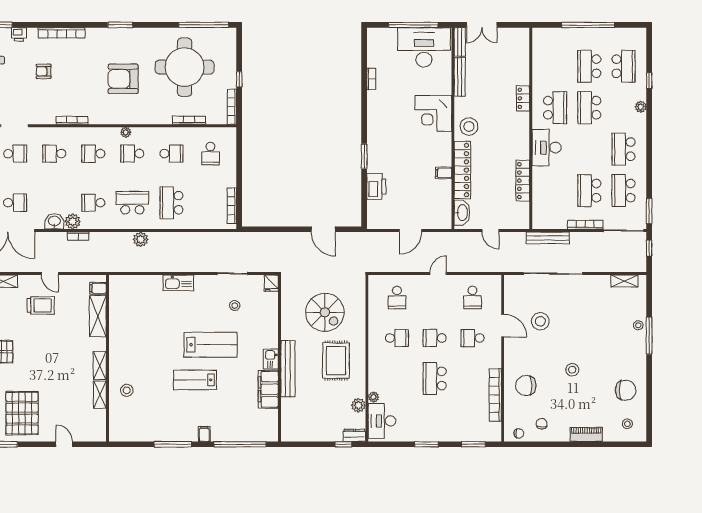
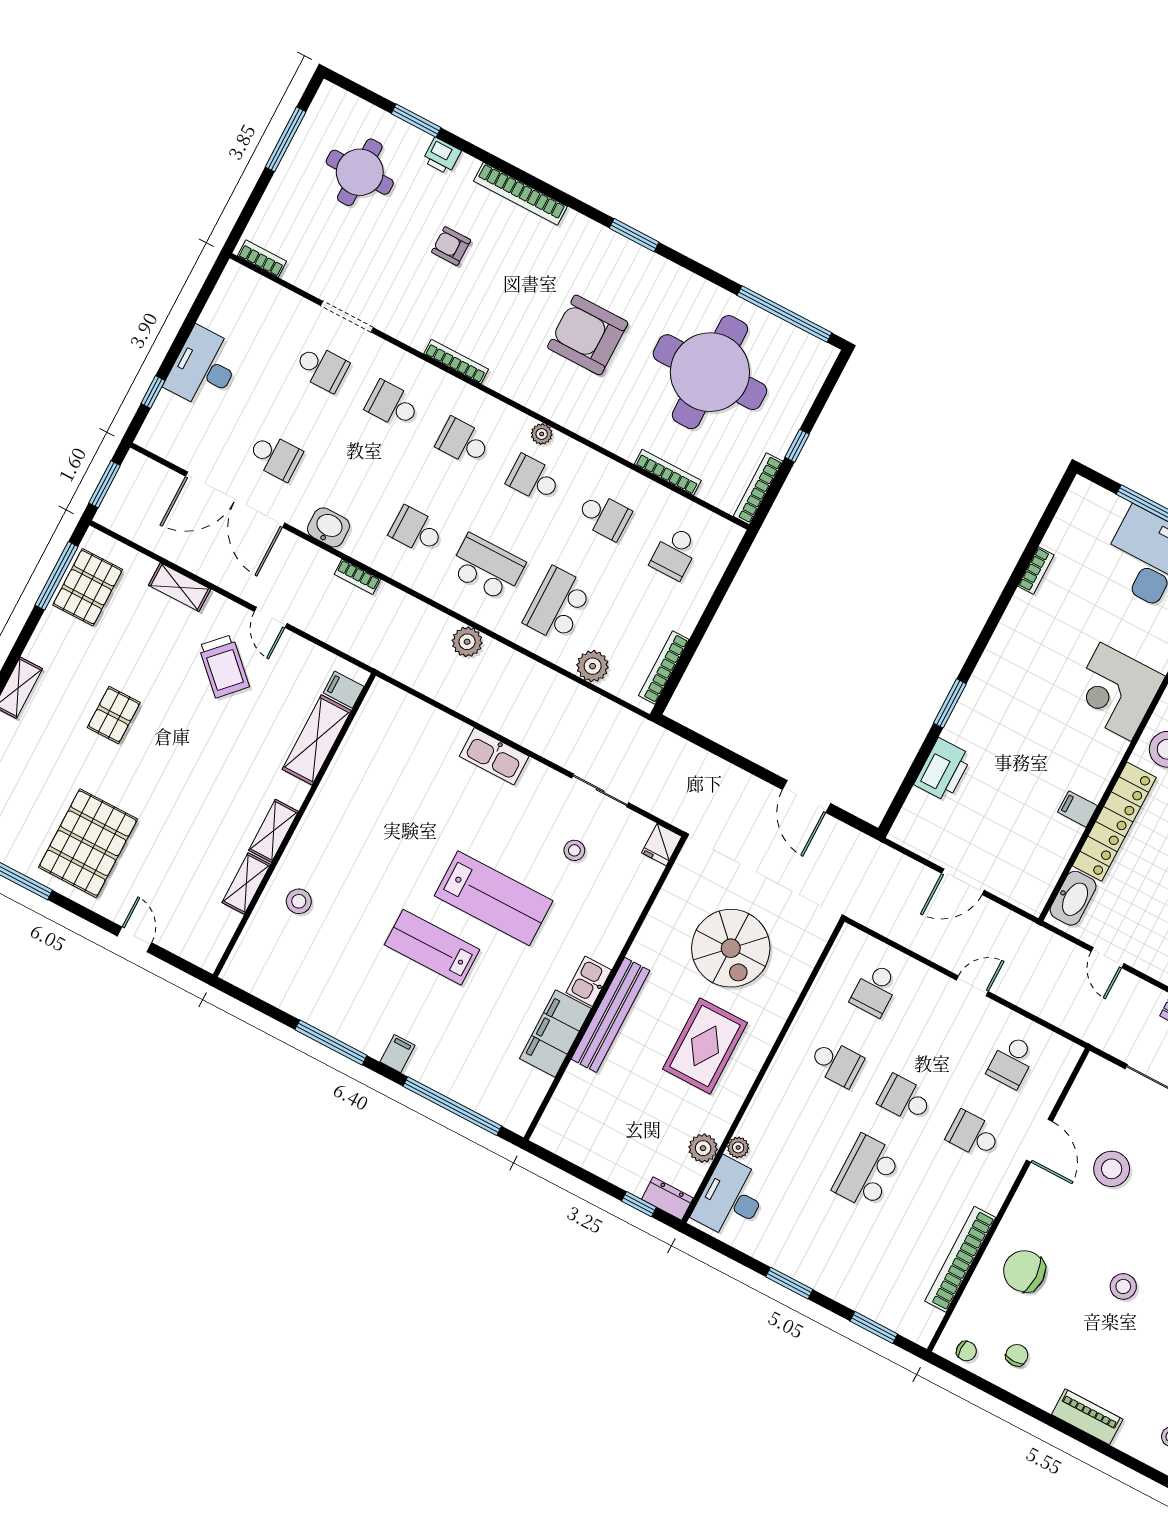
plant: (73, 221) -> (593, 666), moved
trolley: (41, 305) -> (224, 666), turned 44

